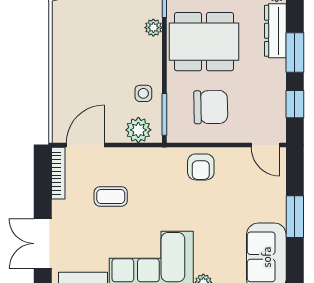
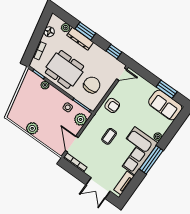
dining table: (204, 42) -> (64, 69), turned 90
window: (295, 52) -> (85, 31), moved
plant: (64, 58) -> (32, 128), added
coffee table: (111, 196) -> (109, 136), moved
window: (295, 217) -> (167, 89), moved

